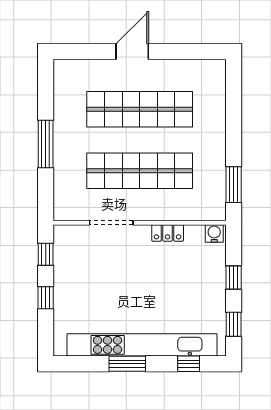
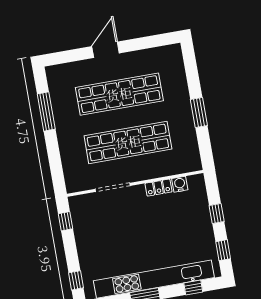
window: (46, 144) -> (46, 112), moved
window: (234, 185) -> (199, 112), moved
water cooler: (214, 233) -> (180, 184), moved
window: (46, 298) -> (76, 280), moved

